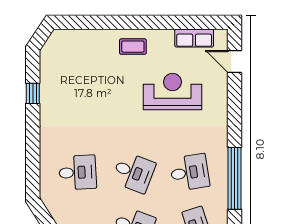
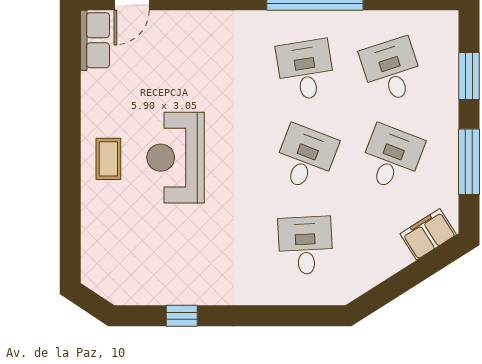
row of seats: (194, 38) -> (95, 40), moved
reception desk: (173, 92) -> (176, 158), moved

